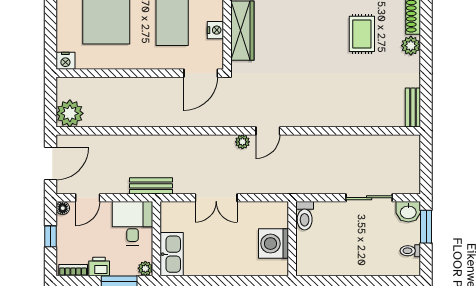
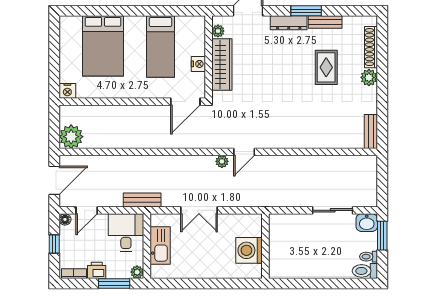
toilet: (305, 216) -> (365, 271), moved, turned 90
kitchen sink: (172, 254) -> (160, 246), moved

